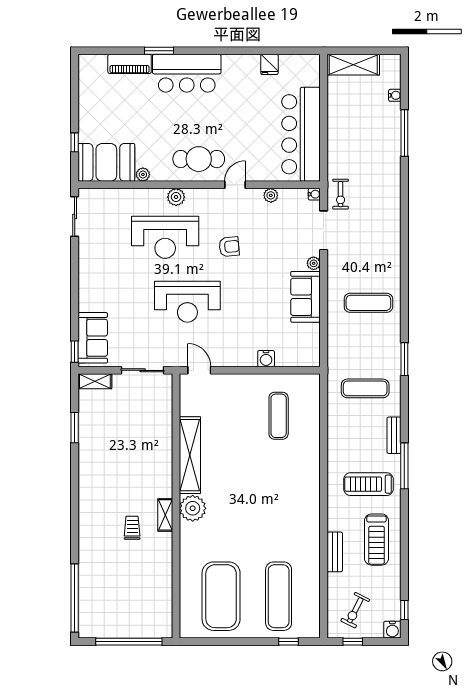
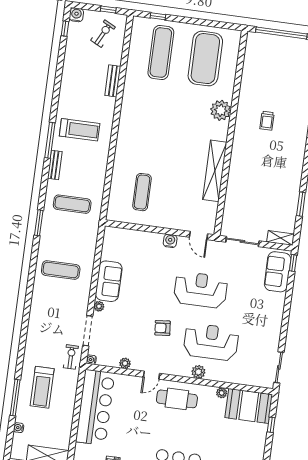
water cooler: (266, 359) -> (170, 241), moved
plant: (193, 508) -> (221, 110), moved
shelving: (165, 515) -> (240, 127), removed
treadmill: (377, 540) -> (42, 387), moved, turned 180

